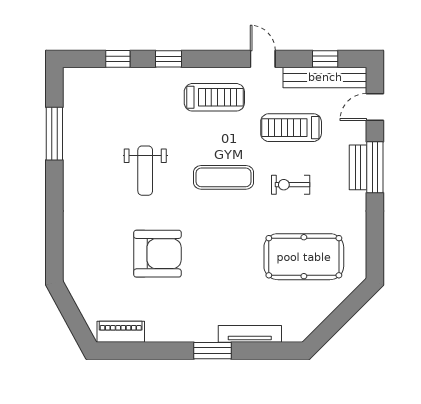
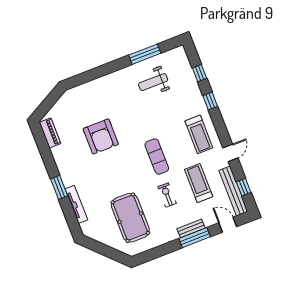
weight bench: (145, 171) -> (153, 82), moved

